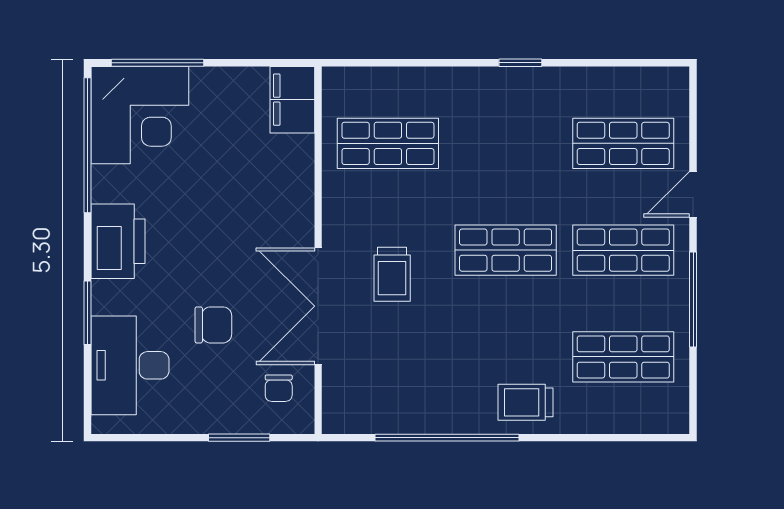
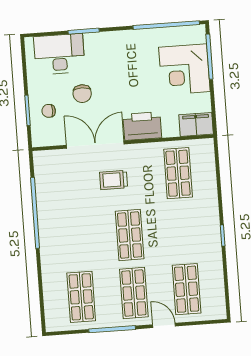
corner desk: (140, 115) -> (184, 69), moved
printer: (118, 241) -> (142, 126), moved, turned 180
chair: (279, 388) -> (49, 111), moved
trolley: (525, 402) -> (55, 250), removed

